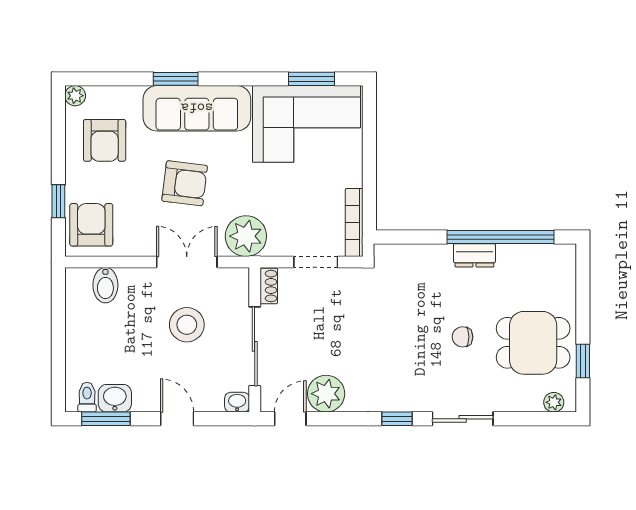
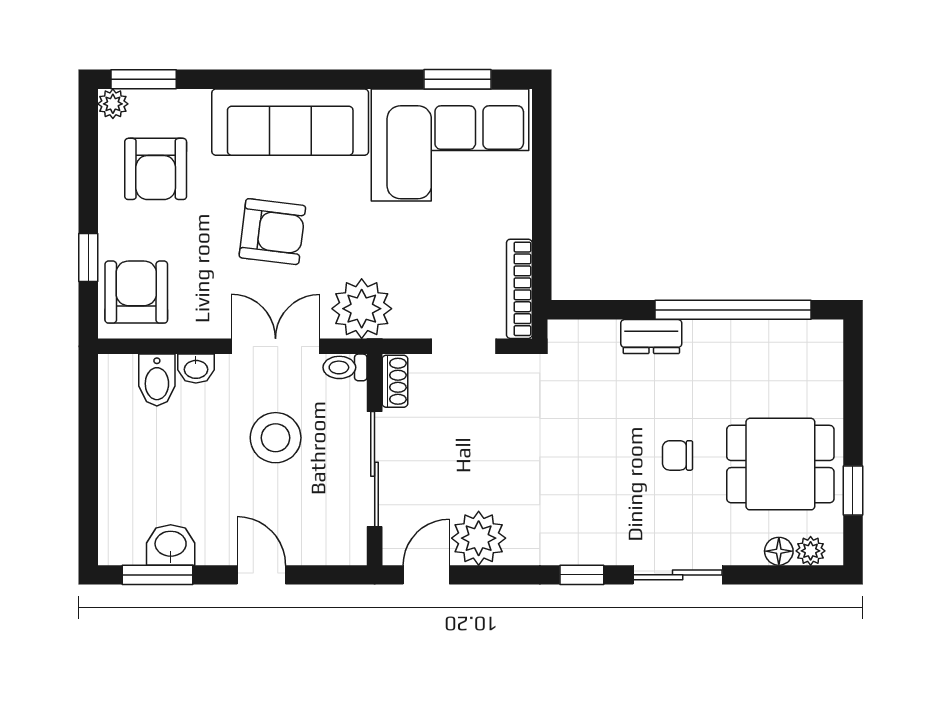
window: (176, 79) -> (144, 79), moved
dresser: (474, 255) -> (651, 337), moved
toilet: (87, 397) -> (345, 367), moved, turned -90
washbasin: (237, 402) -> (196, 369), moved, turned 180
floor lamp: (532, 403) -> (779, 551), added

